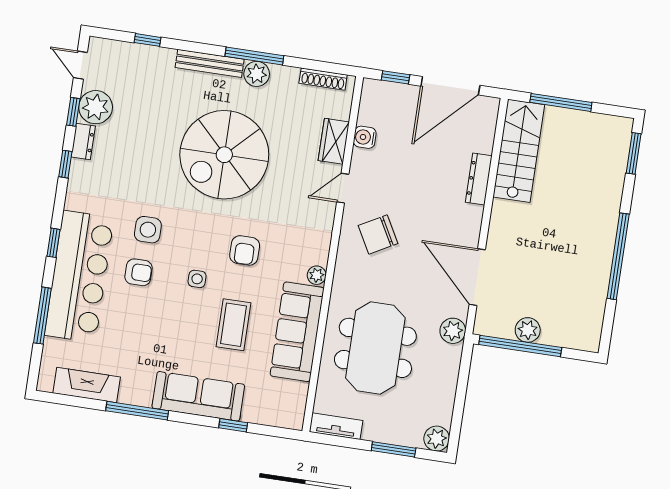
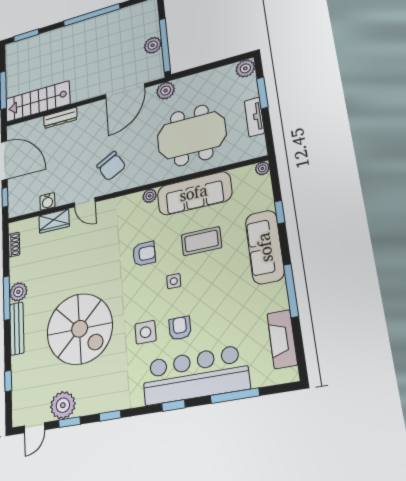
shoe rack: (323, 79) -> (14, 245), width x0.70
dresser: (83, 141) -> (90, 407), removed
spiral stairs: (224, 155) -> (80, 329), moved
plant: (295, 421) -> (262, 168), added
tv unit: (336, 426) -> (254, 117), moved

